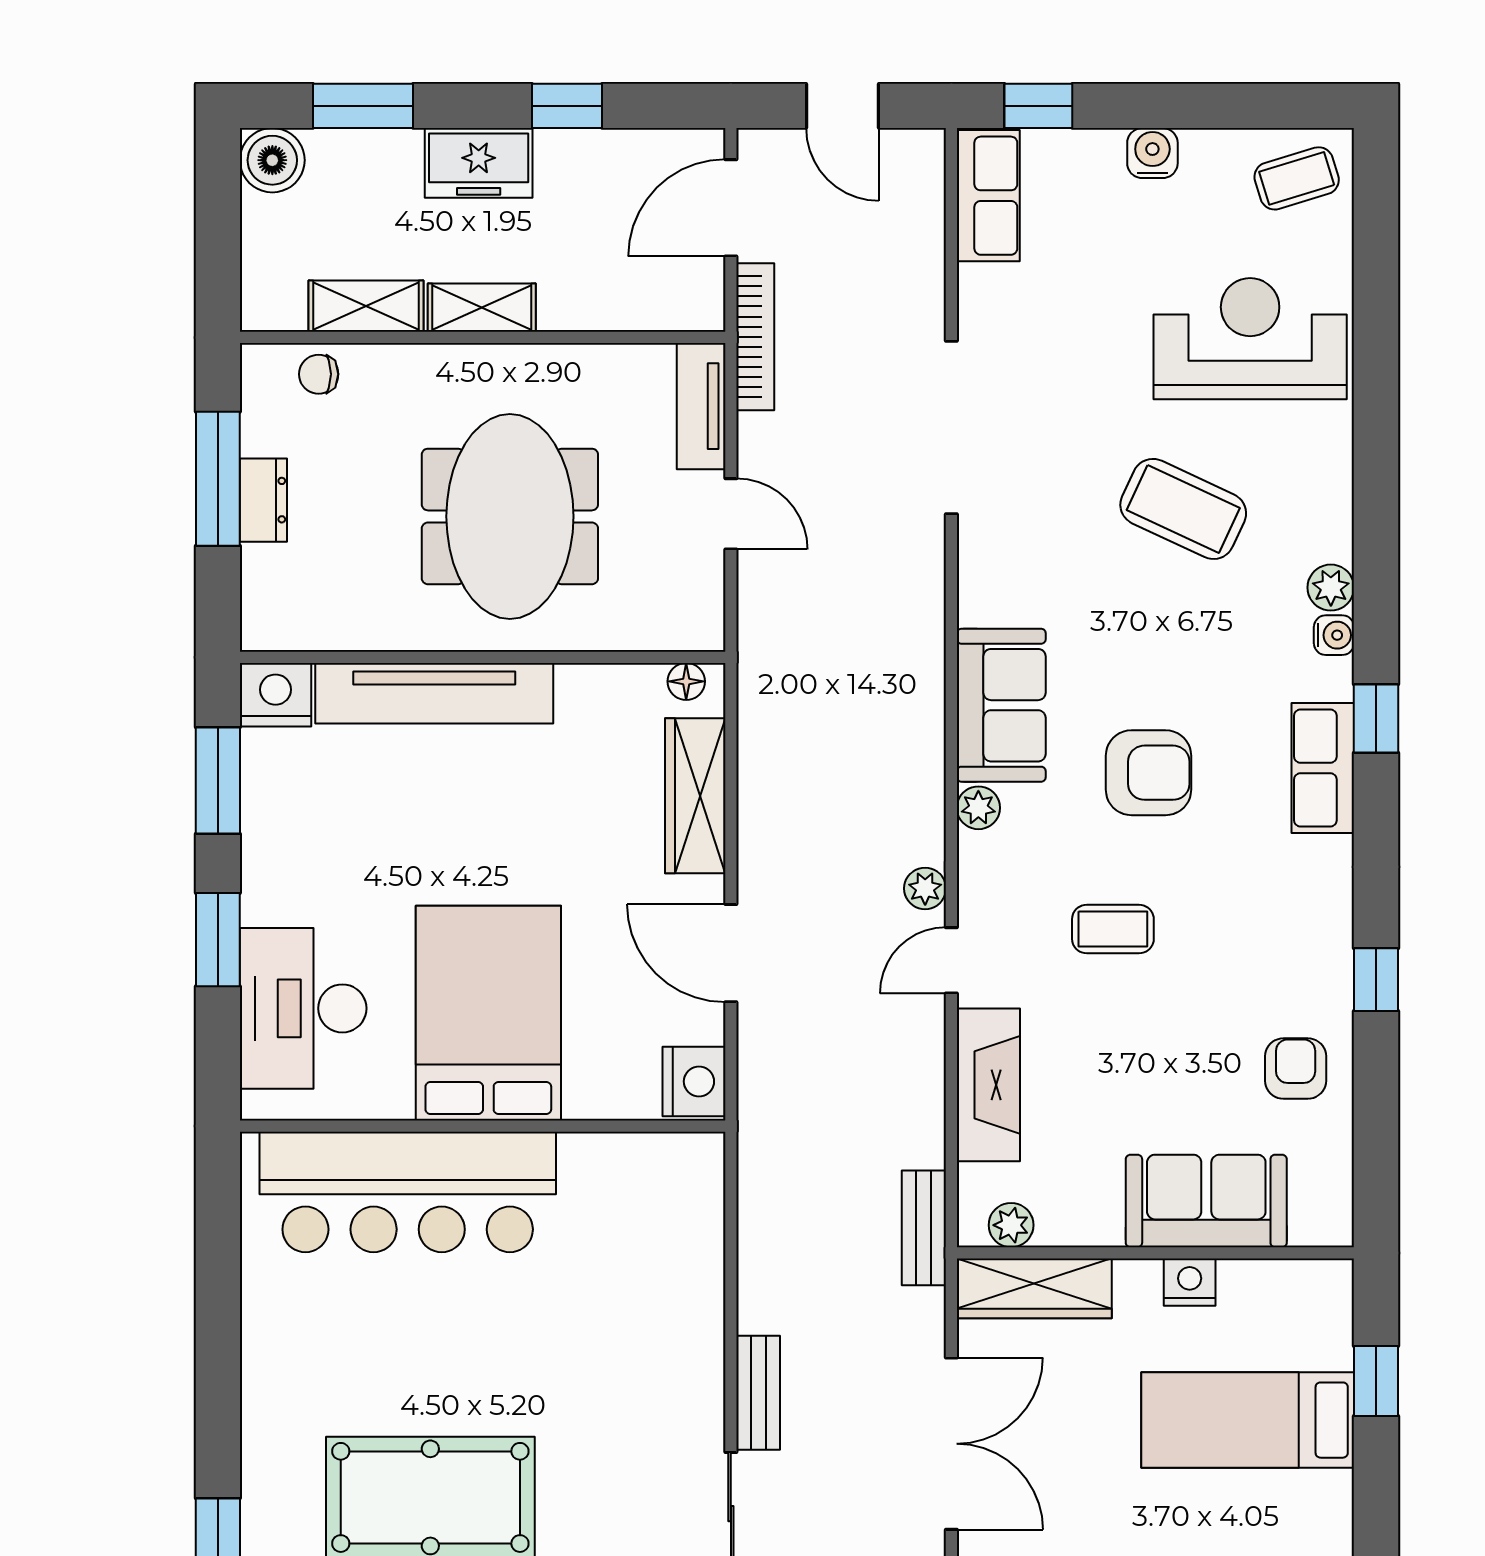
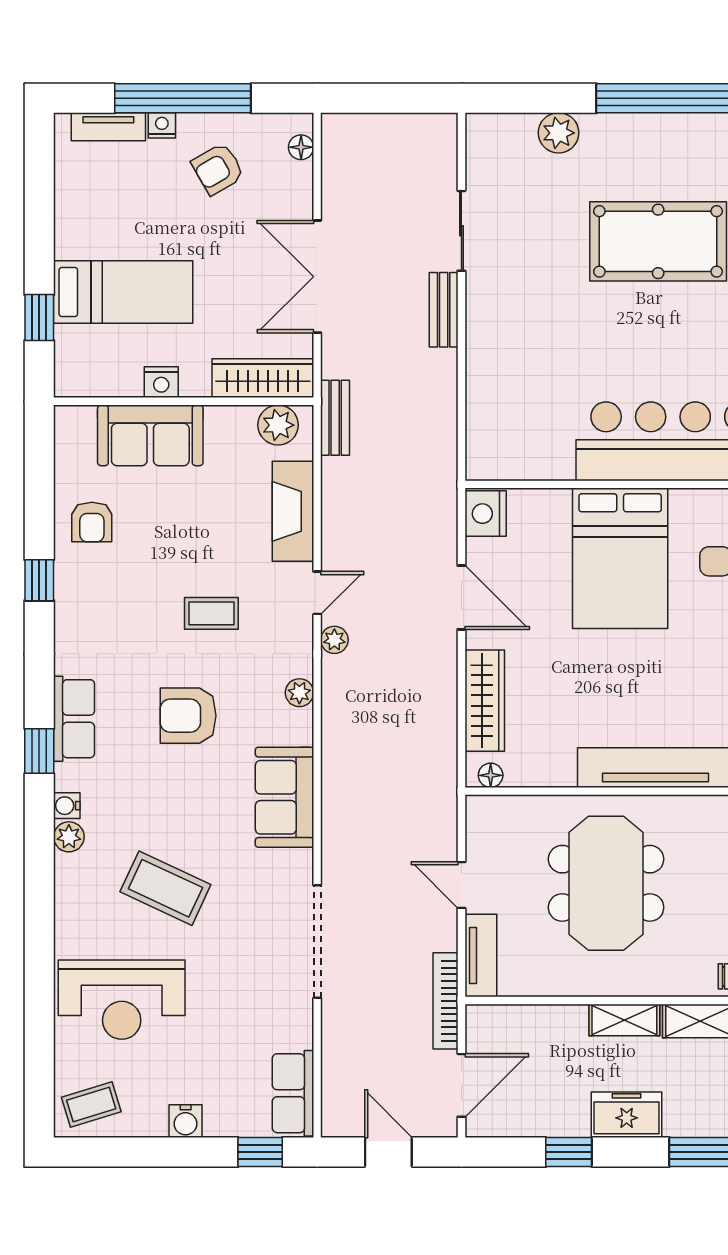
sofa: (1001, 705) -> (285, 797), moved
plant: (1011, 1225) -> (278, 425), width x1.38, depth x1.38

